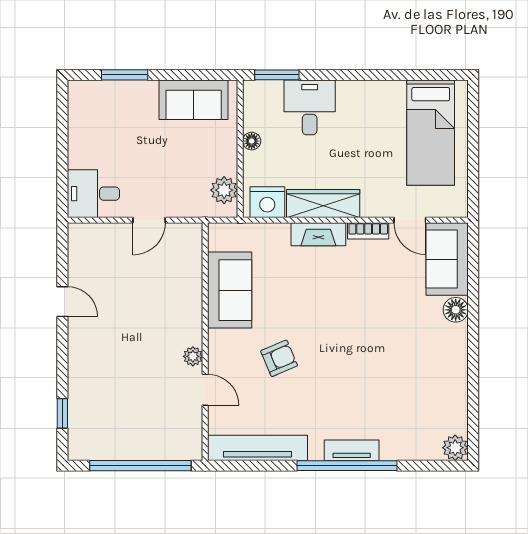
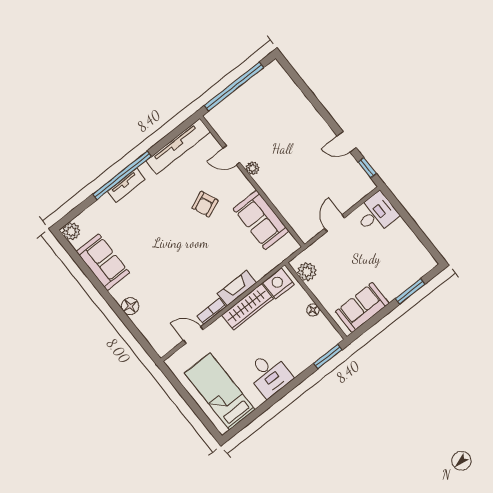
desk: (310, 107) -> (269, 374), moved
sofa: (447, 259) -> (103, 262), moved
window: (62, 413) -> (367, 168), moved

